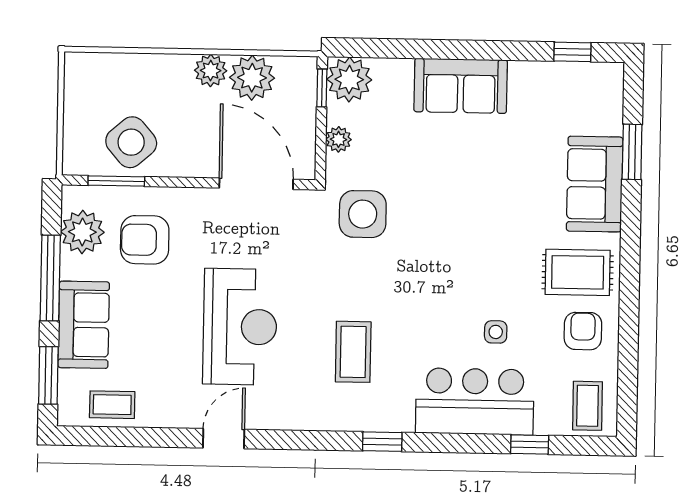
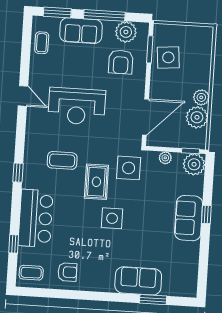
window: (572, 52) -> (206, 215), moved
side table: (131, 142) -> (168, 57), turned 36
armchair: (145, 240) -> (121, 62), turned 180
rug: (578, 272) -> (96, 182), moved
side table: (496, 332) -> (112, 218), moved, width x1.87, depth x1.87

